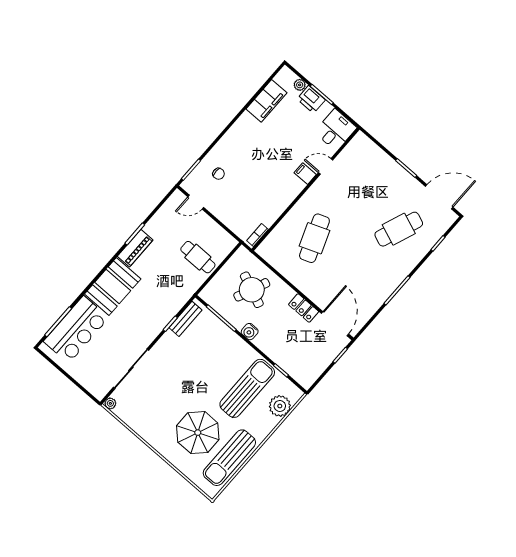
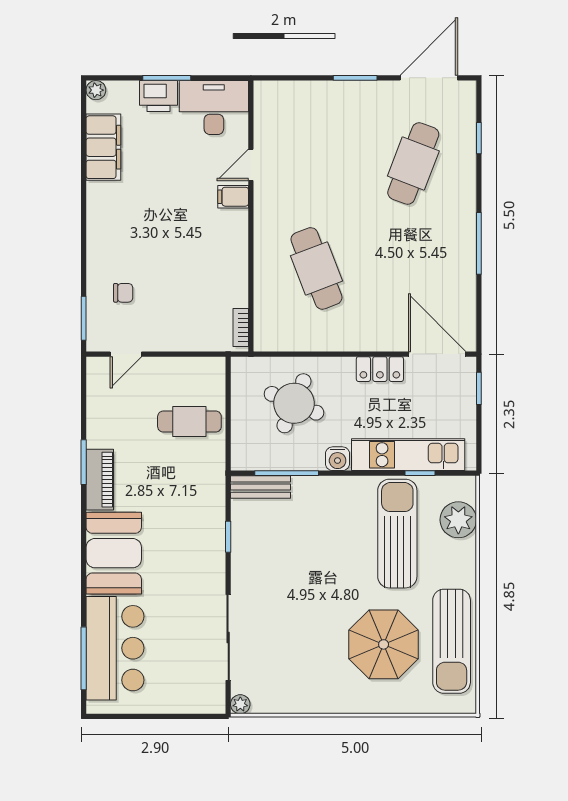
plant: (300, 85) -> (96, 90), moved
desk: (336, 130) -> (214, 108), width x1.37
bench: (186, 319) -> (260, 487), moved, turned 90
kitchen unit: (283, 357) -> (408, 455), added

